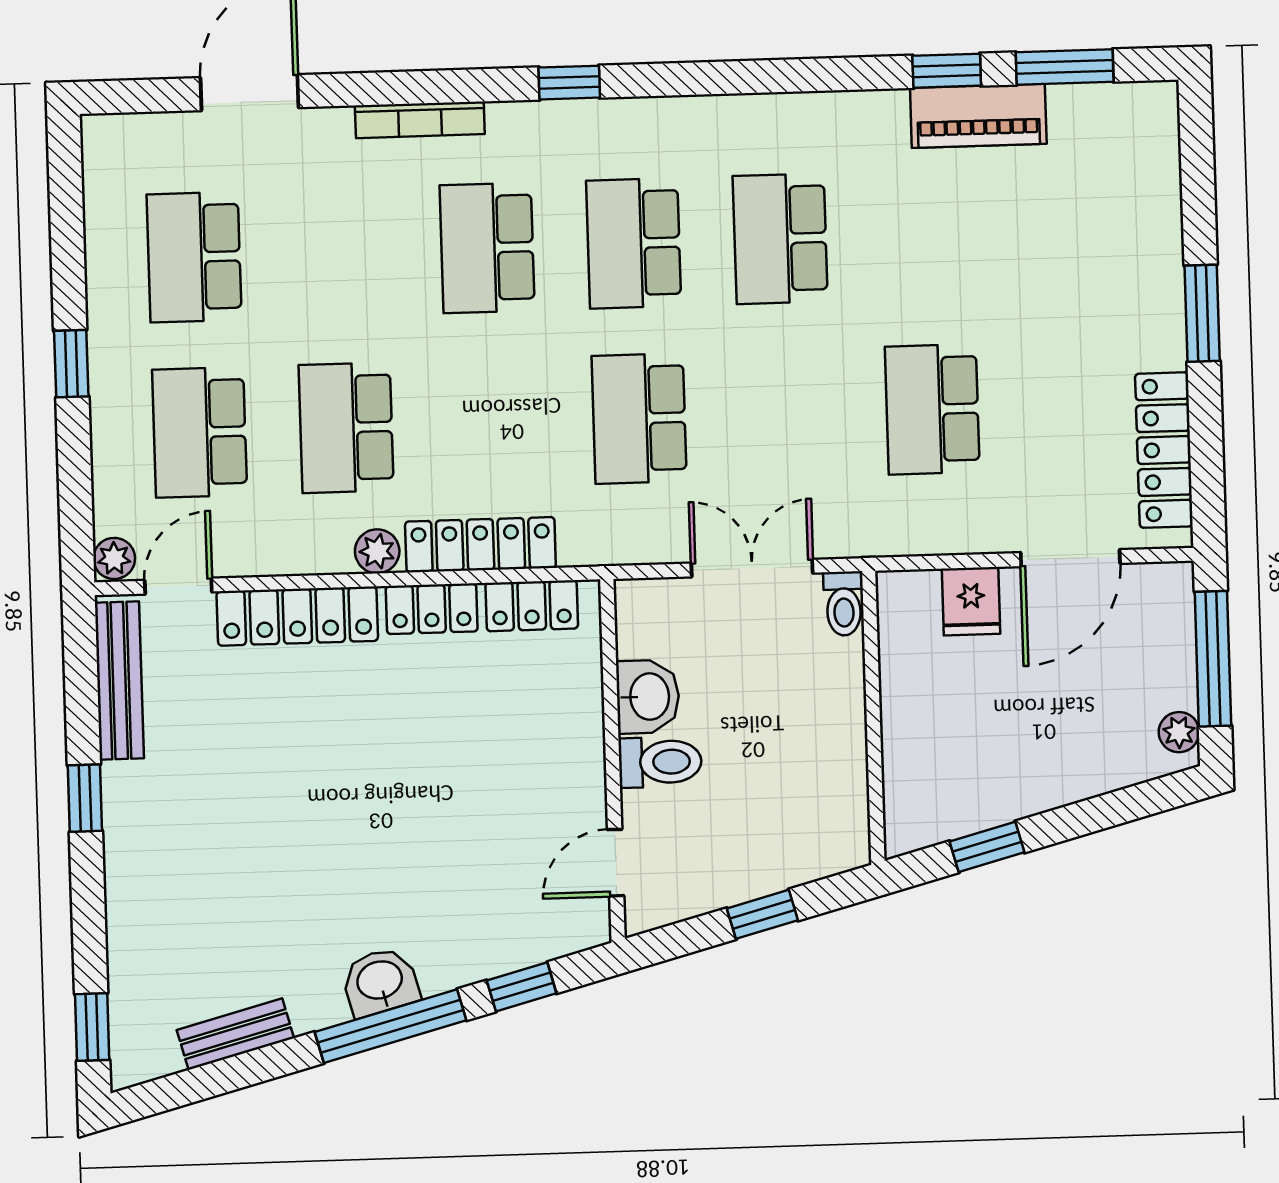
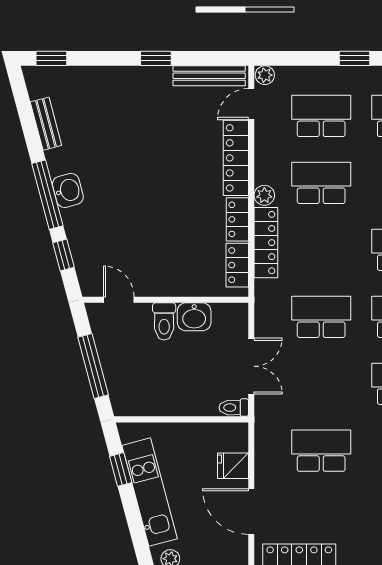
door: (178, 586) -> (251, 104), swing flipped
kitchen unit: (1035, 782) -> (150, 492), added
window: (762, 914) -> (93, 366), width x2.17

